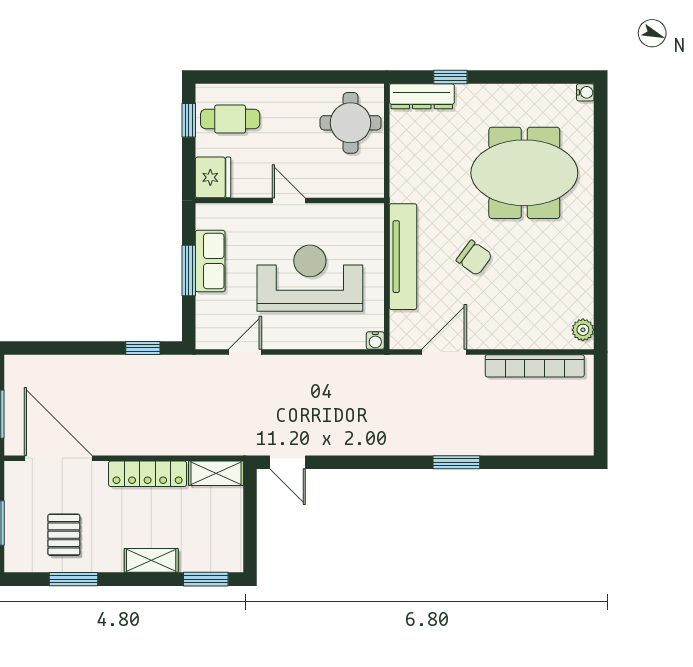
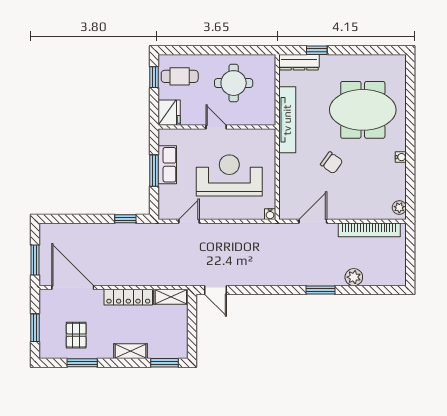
water cooler: (585, 92) -> (401, 157), moved
round table: (351, 123) -> (234, 83), moved
tv unit: (403, 257) -> (287, 120), moved
plant: (510, 442) -> (354, 277), added

